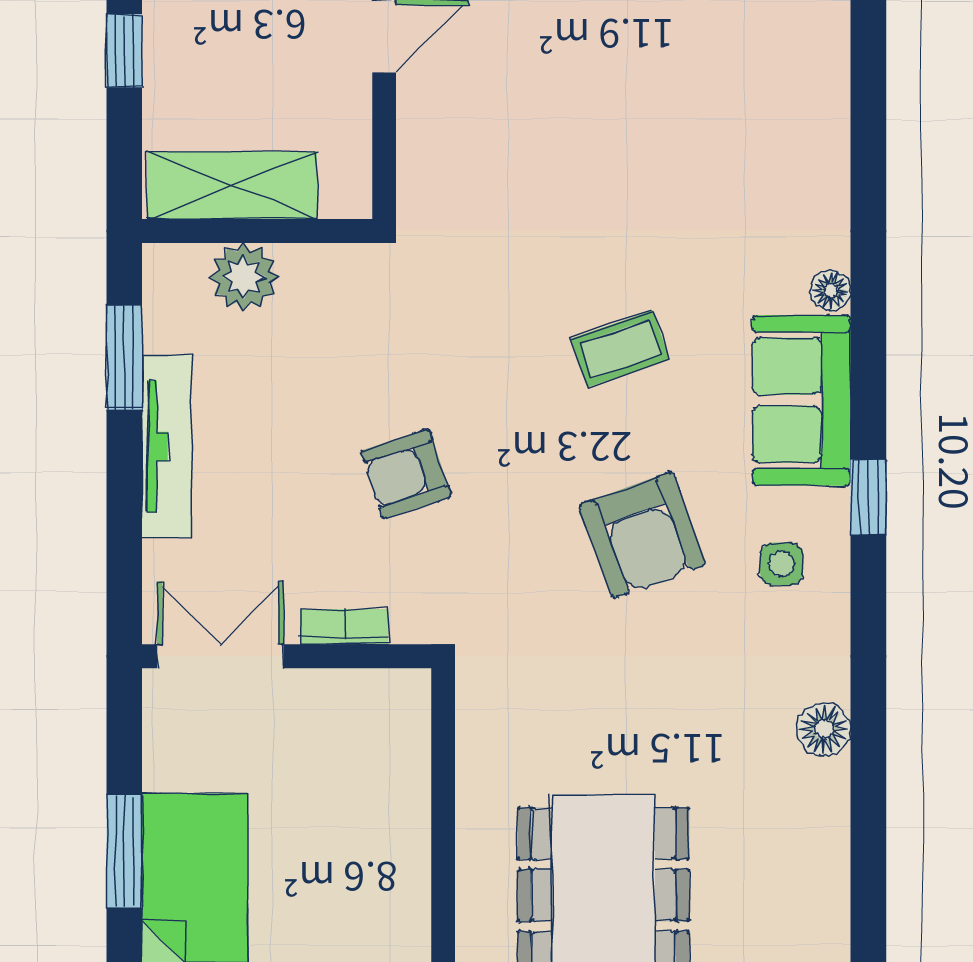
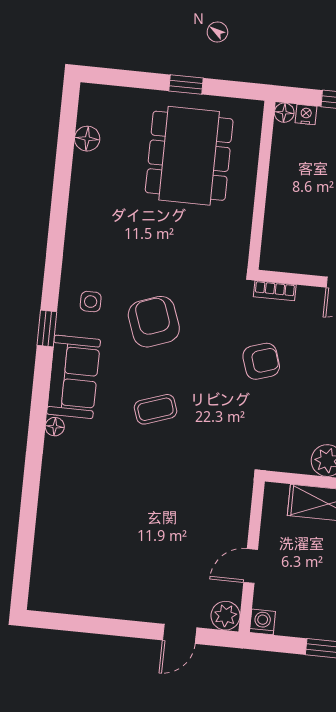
bookcase: (344, 627) -> (275, 291), moved
floor lamp: (824, 729) -> (87, 139), moved

